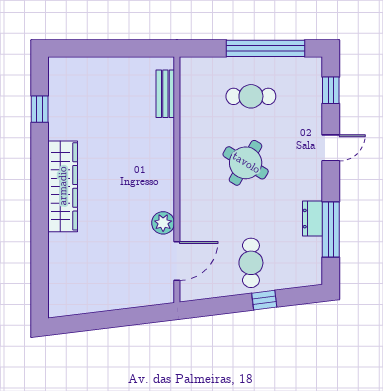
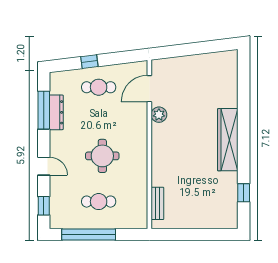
door: (331, 148) -> (44, 166), swing flipped
round table: (246, 163) -> (102, 156), turned -31
dresser: (313, 219) -> (56, 112), width x1.44
cafe table: (251, 263) -> (99, 87), turned 90

